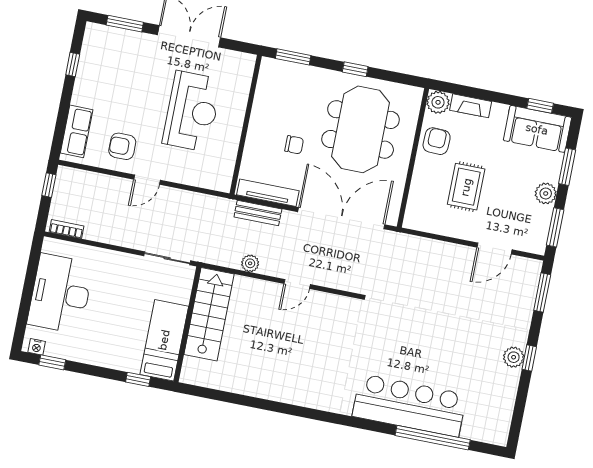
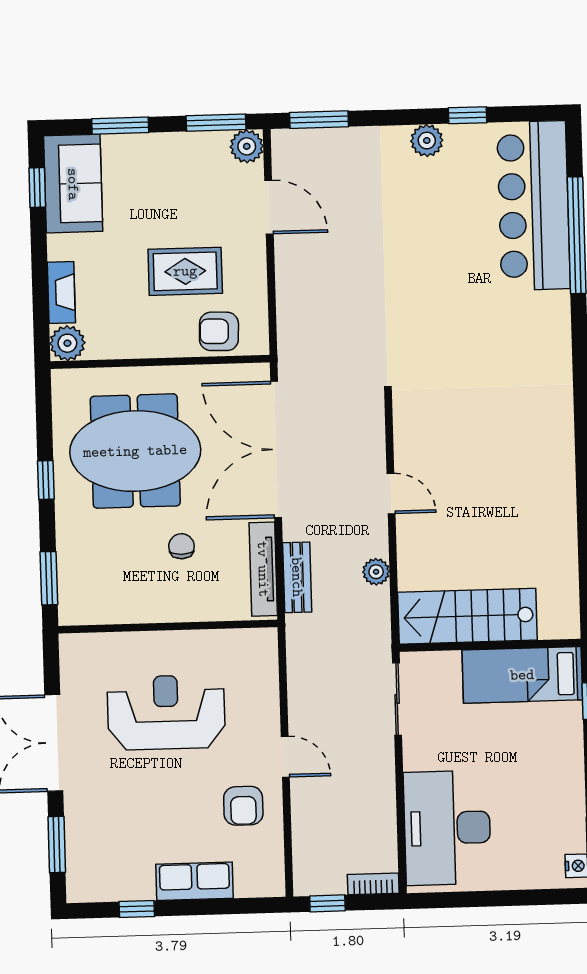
row of seats: (77, 131) -> (195, 881), moved
armchair: (437, 141) -> (219, 331), moved
plant: (546, 193) -> (247, 146), moved
bookcase: (67, 229) -> (373, 884), moved, turned 90
desk: (60, 294) -> (447, 828), moved, turned 90
window: (529, 358) -> (467, 115), moved
bar counter: (409, 405) -> (534, 205), moved

